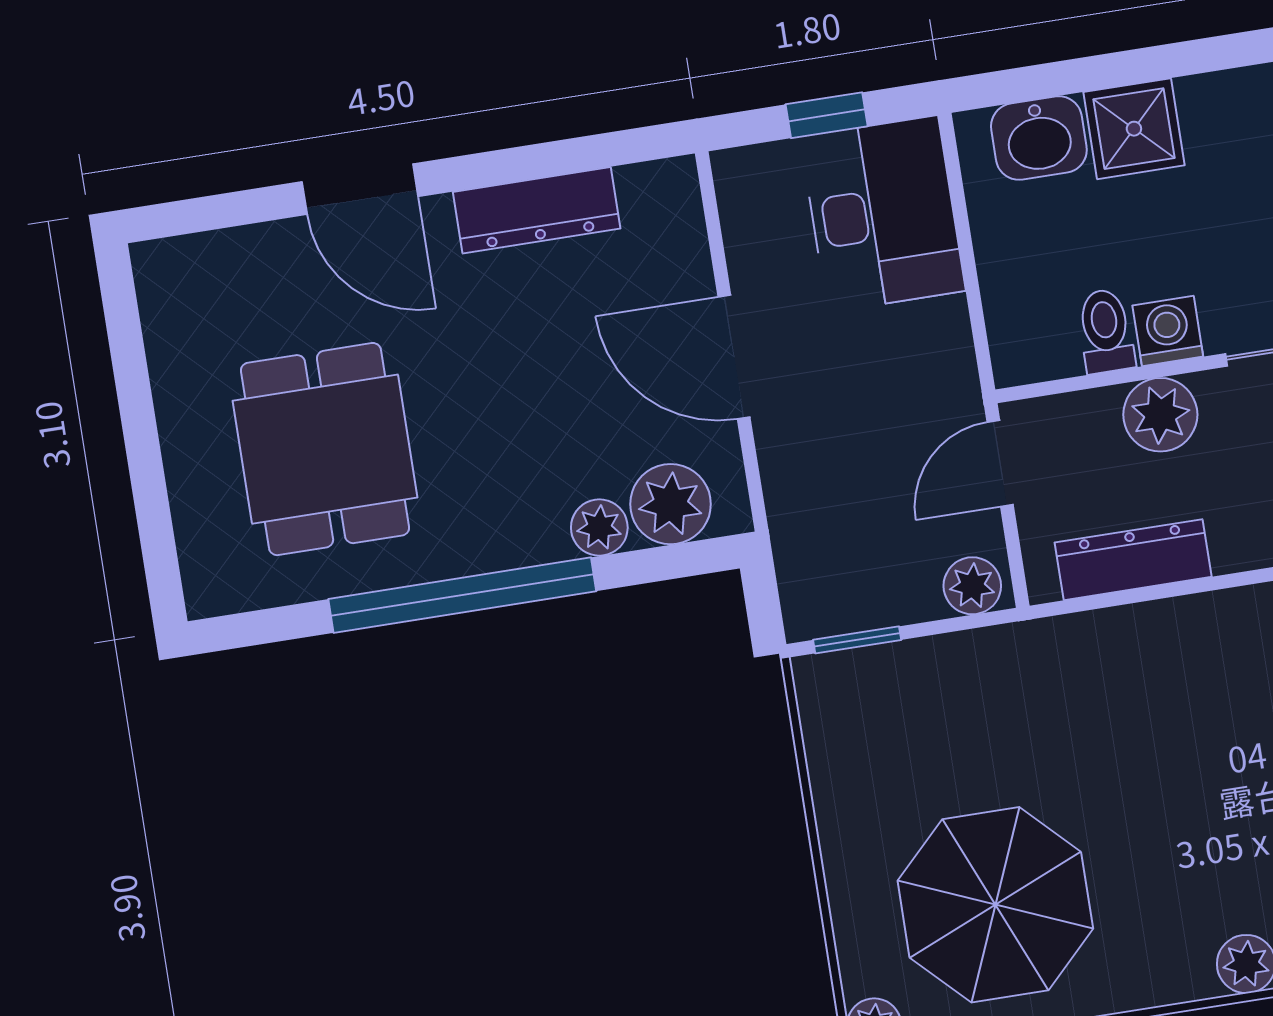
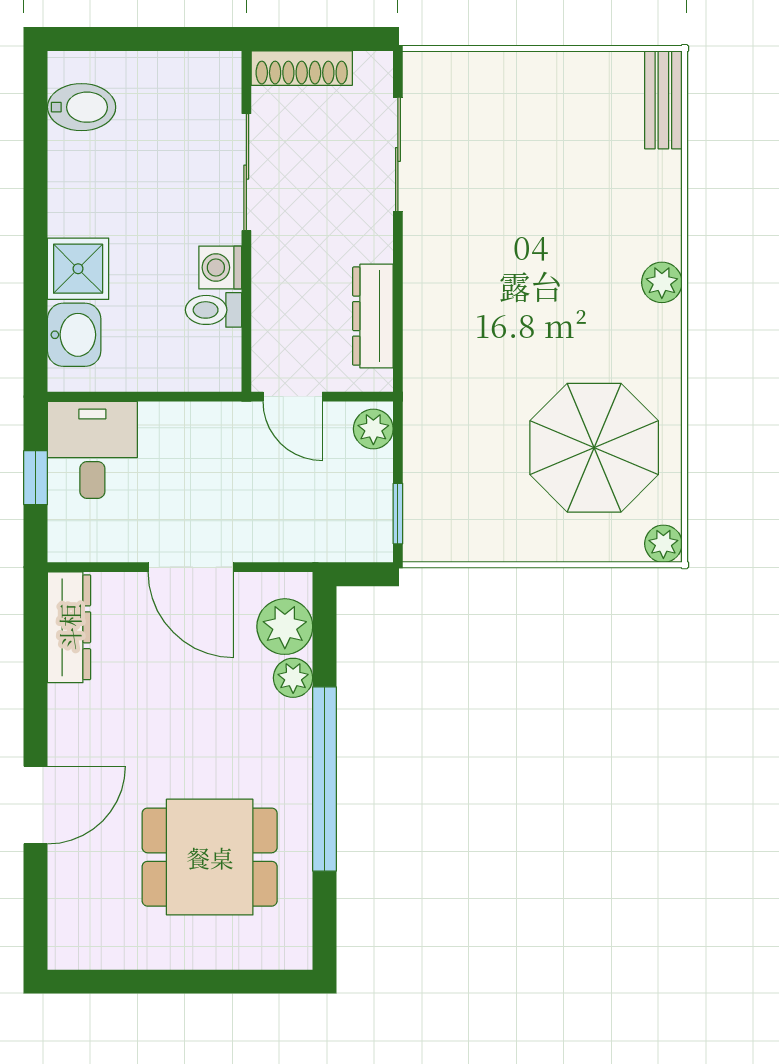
dresser: (537, 210) -> (69, 627), moved
desk: (883, 214) -> (92, 450), width x0.73
door: (734, 357) -> (191, 567), hinge flipped
plant: (1160, 415) -> (277, 282), removed

